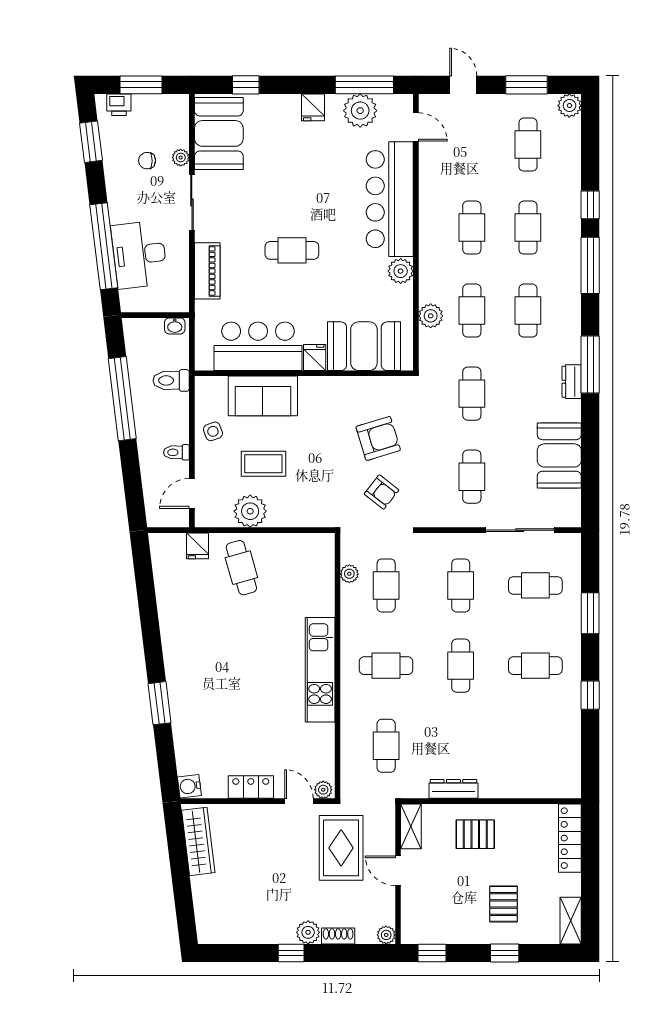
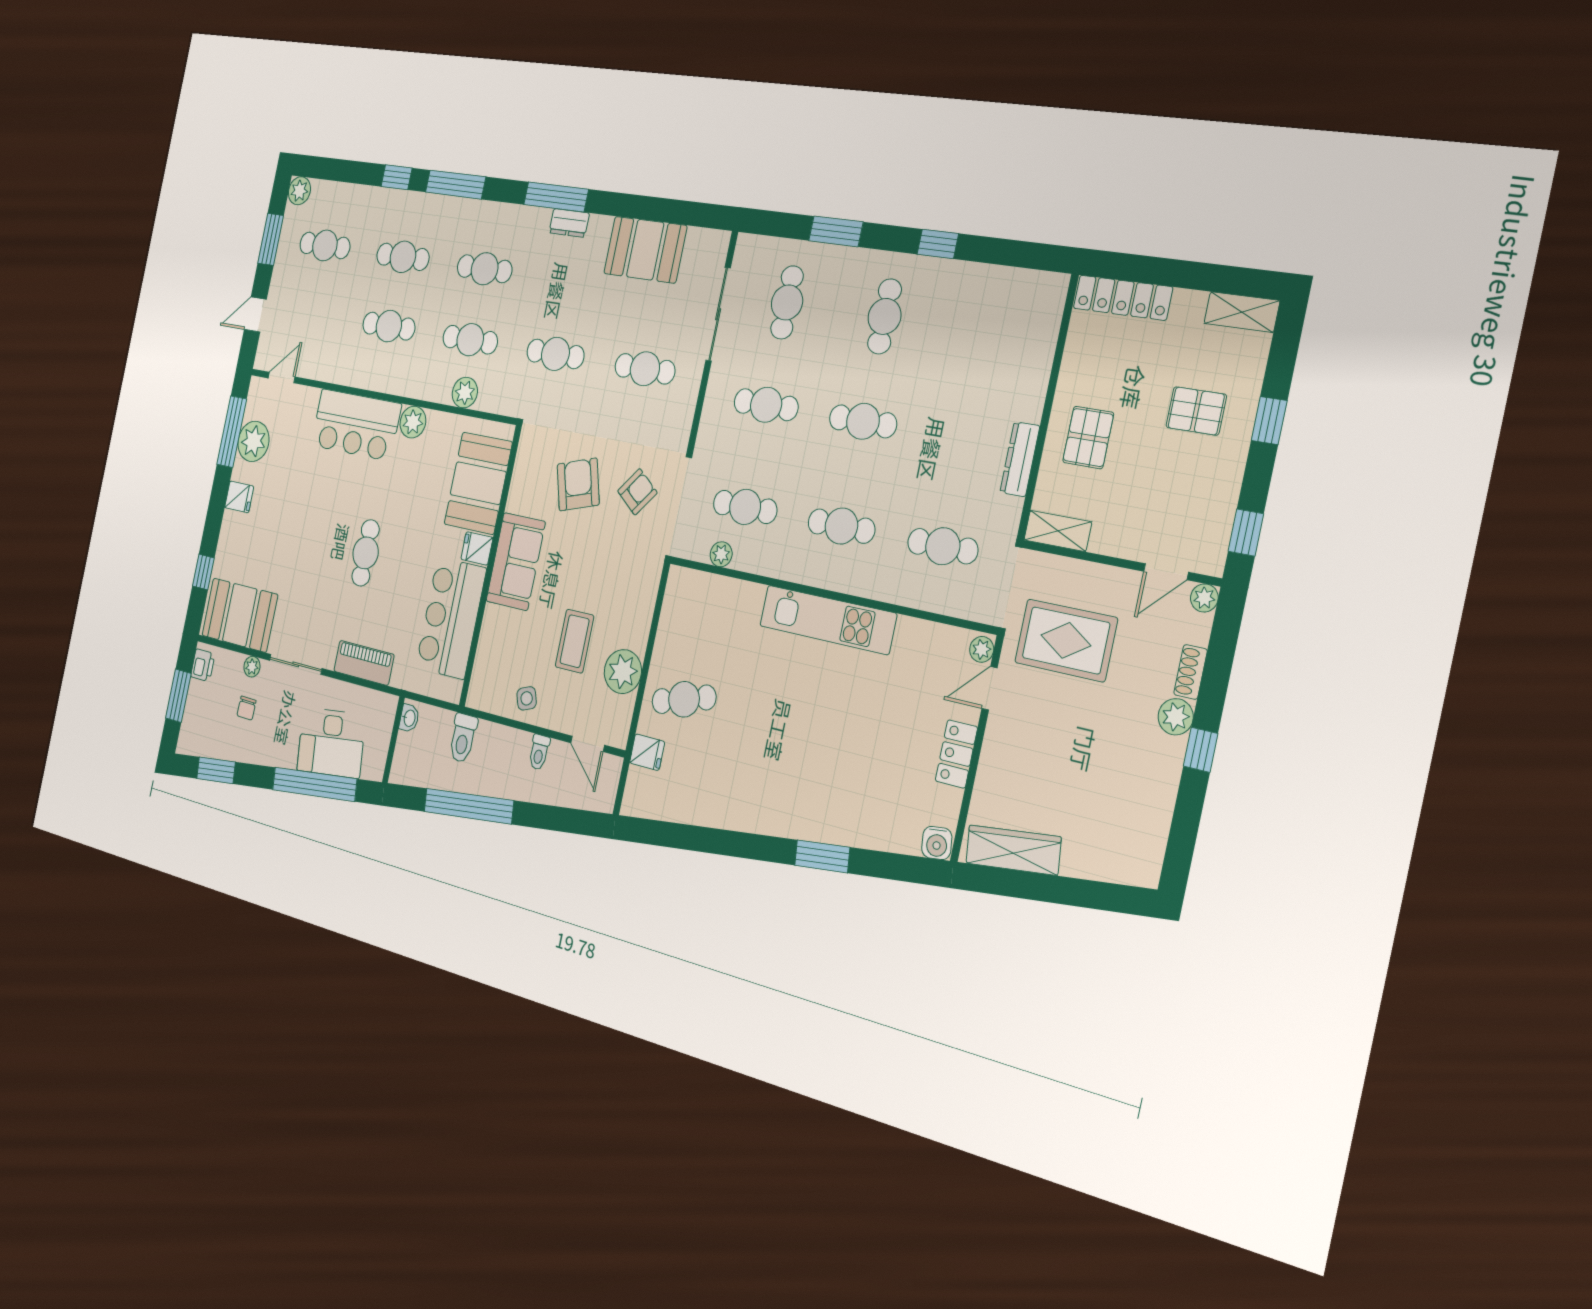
printer: (119, 105) -> (203, 665), moved
bar counter: (390, 199) -> (356, 425), width x0.73
sofa: (263, 396) -> (516, 561), moved
cafe table: (386, 666) -> (841, 526), turned 90
door: (398, 871) -> (1166, 572), moved

